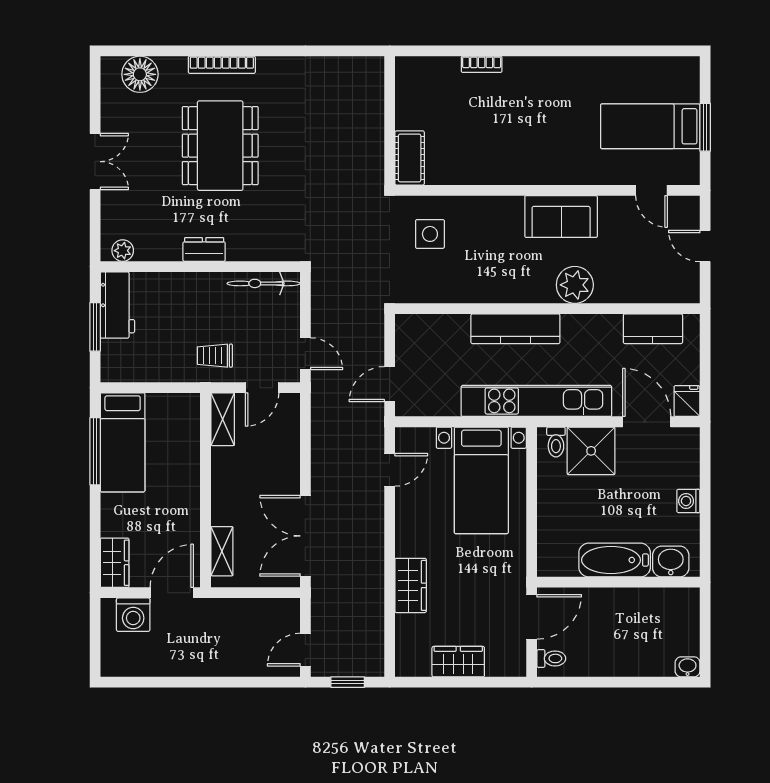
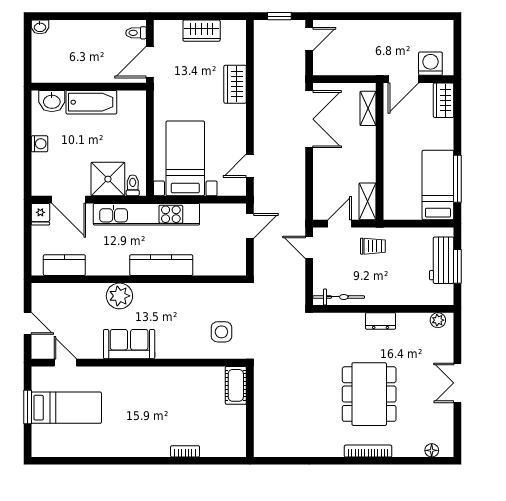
floor lamp: (140, 74) -> (432, 450), width x0.53, depth x0.53
workbench: (117, 305) -> (442, 260), moved

